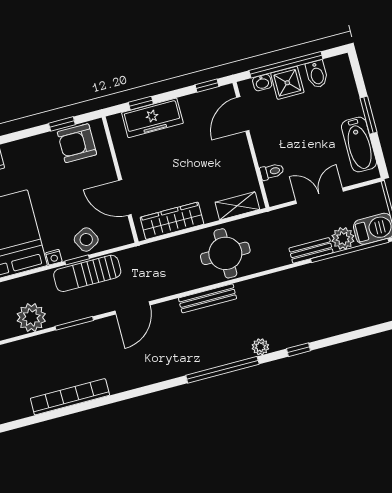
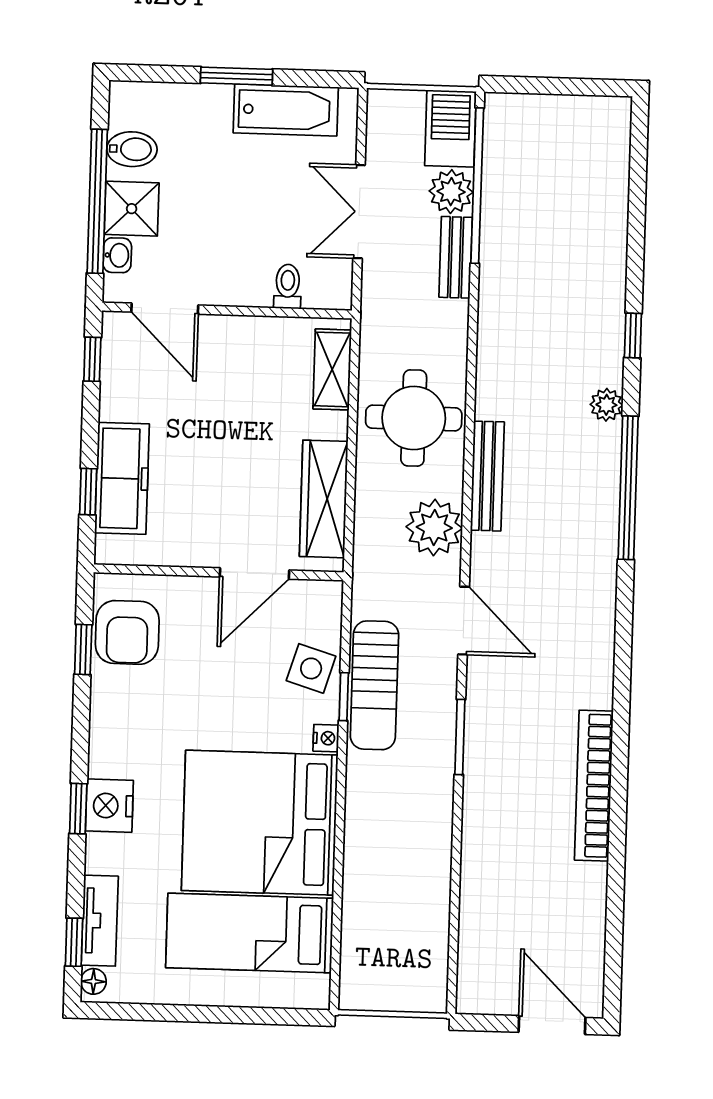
side table: (86, 240) -> (311, 668), turned 45
plant: (31, 317) -> (434, 527), moved

